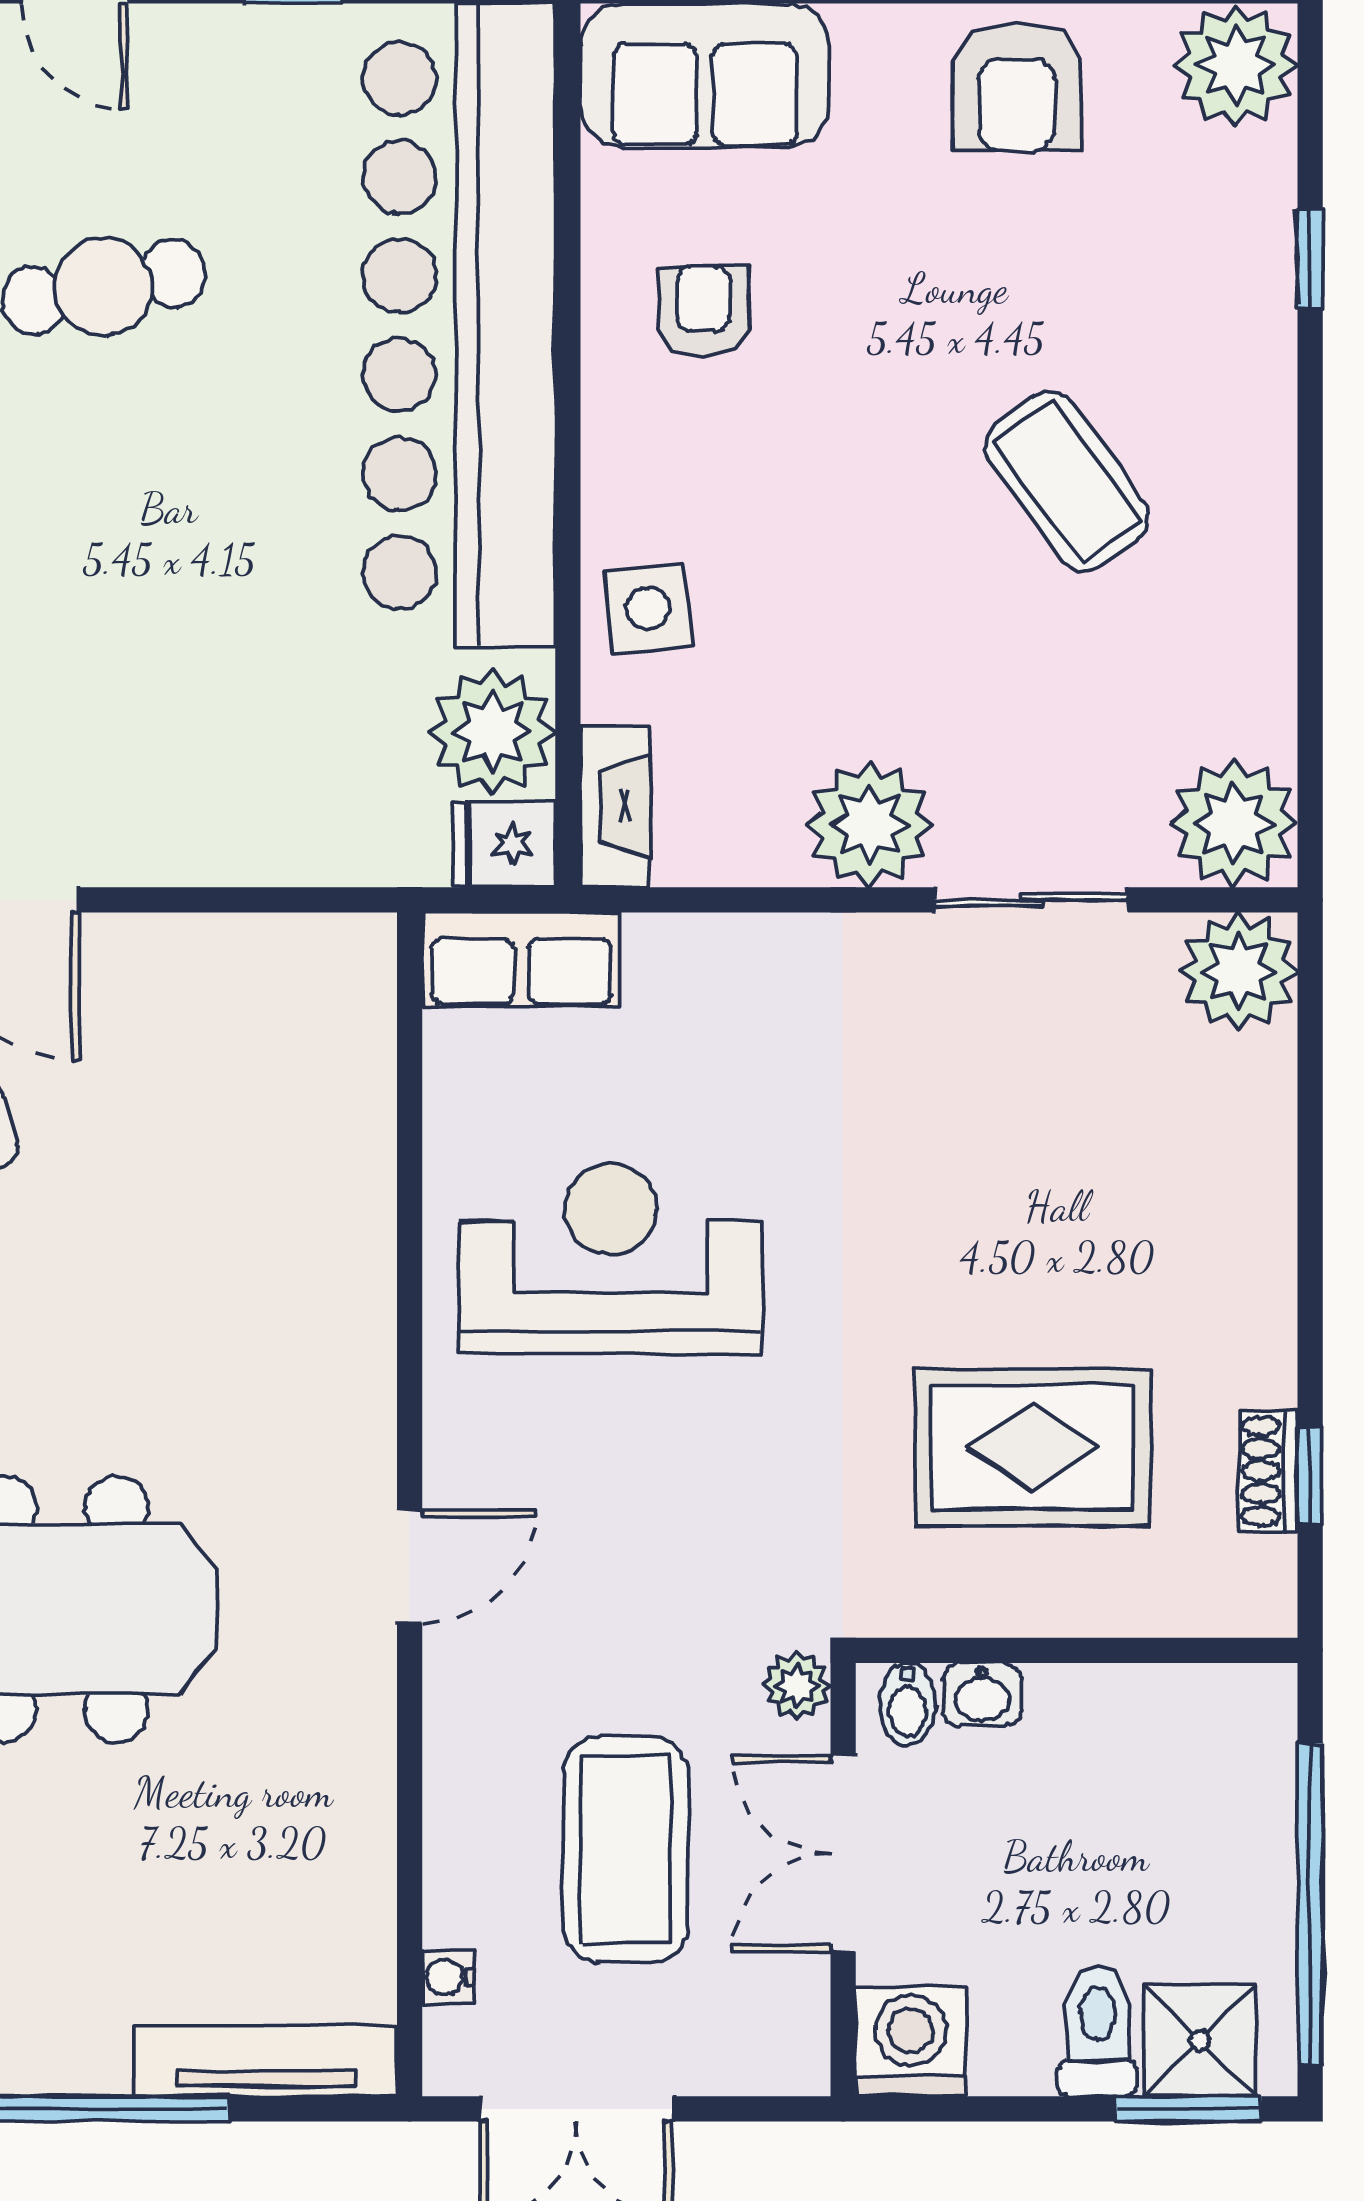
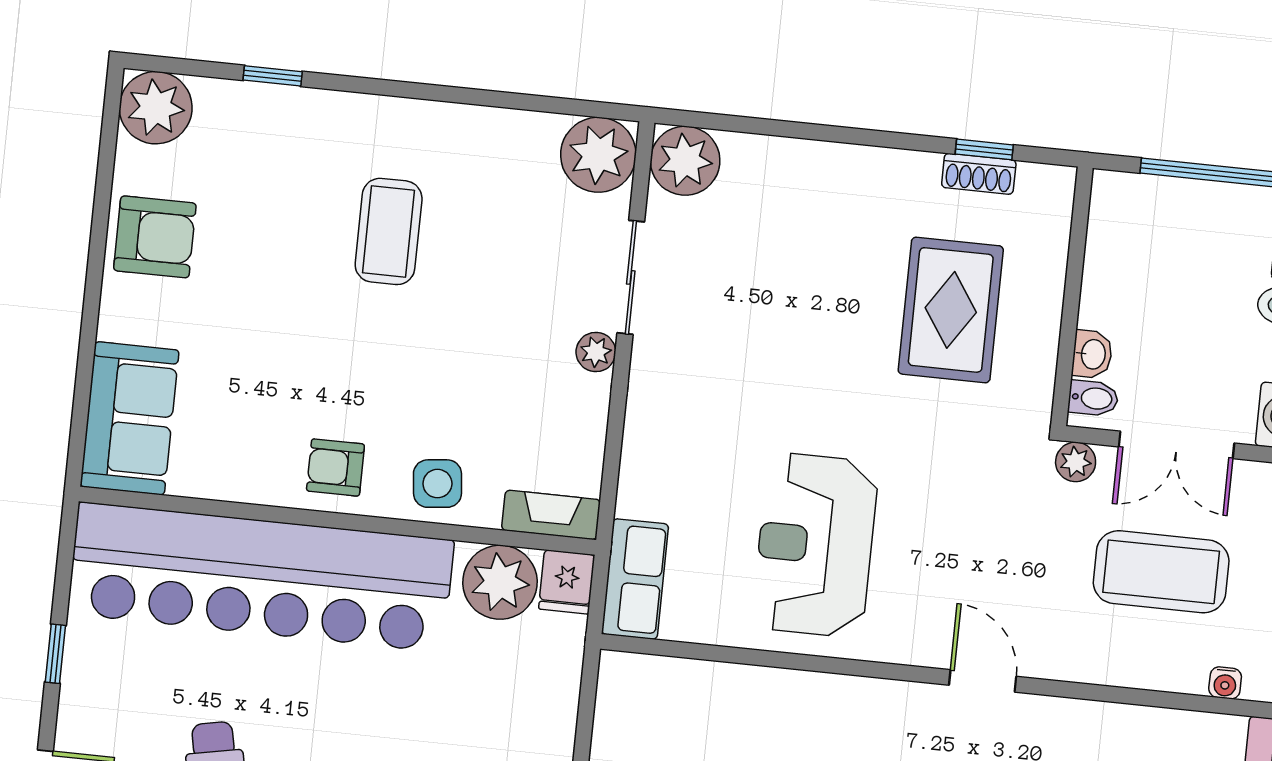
armchair: (704, 311) -> (335, 467), moved
coffee table: (1067, 481) -> (389, 231), turned -54
plant: (869, 824) -> (596, 352), width x0.53, depth x0.53

